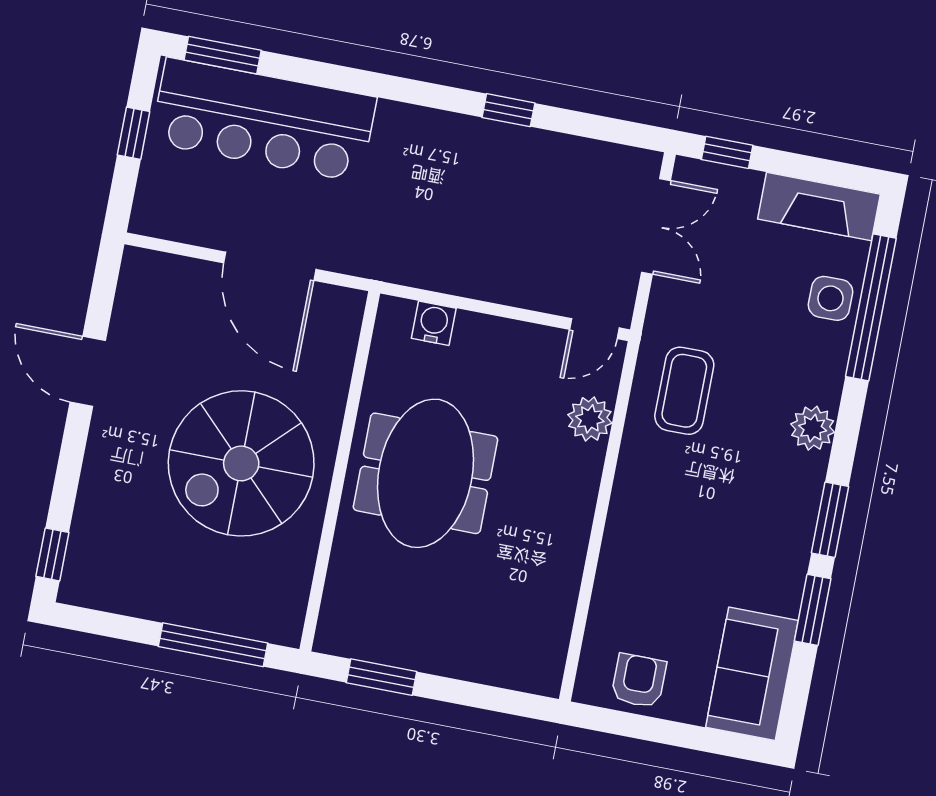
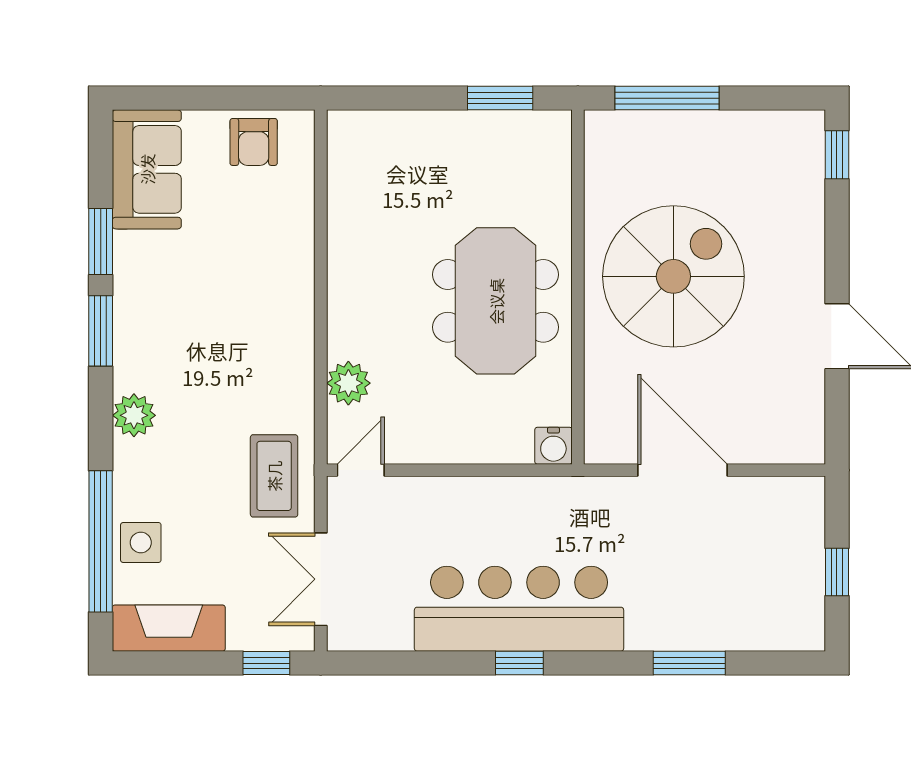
window: (223, 55) -> (689, 663), moved
window: (508, 110) -> (519, 663), moved
bar counter: (264, 120) -> (519, 609), moved
water cooler: (434, 323) -> (553, 446), moved
coffee table: (684, 391) -> (274, 476), moved

